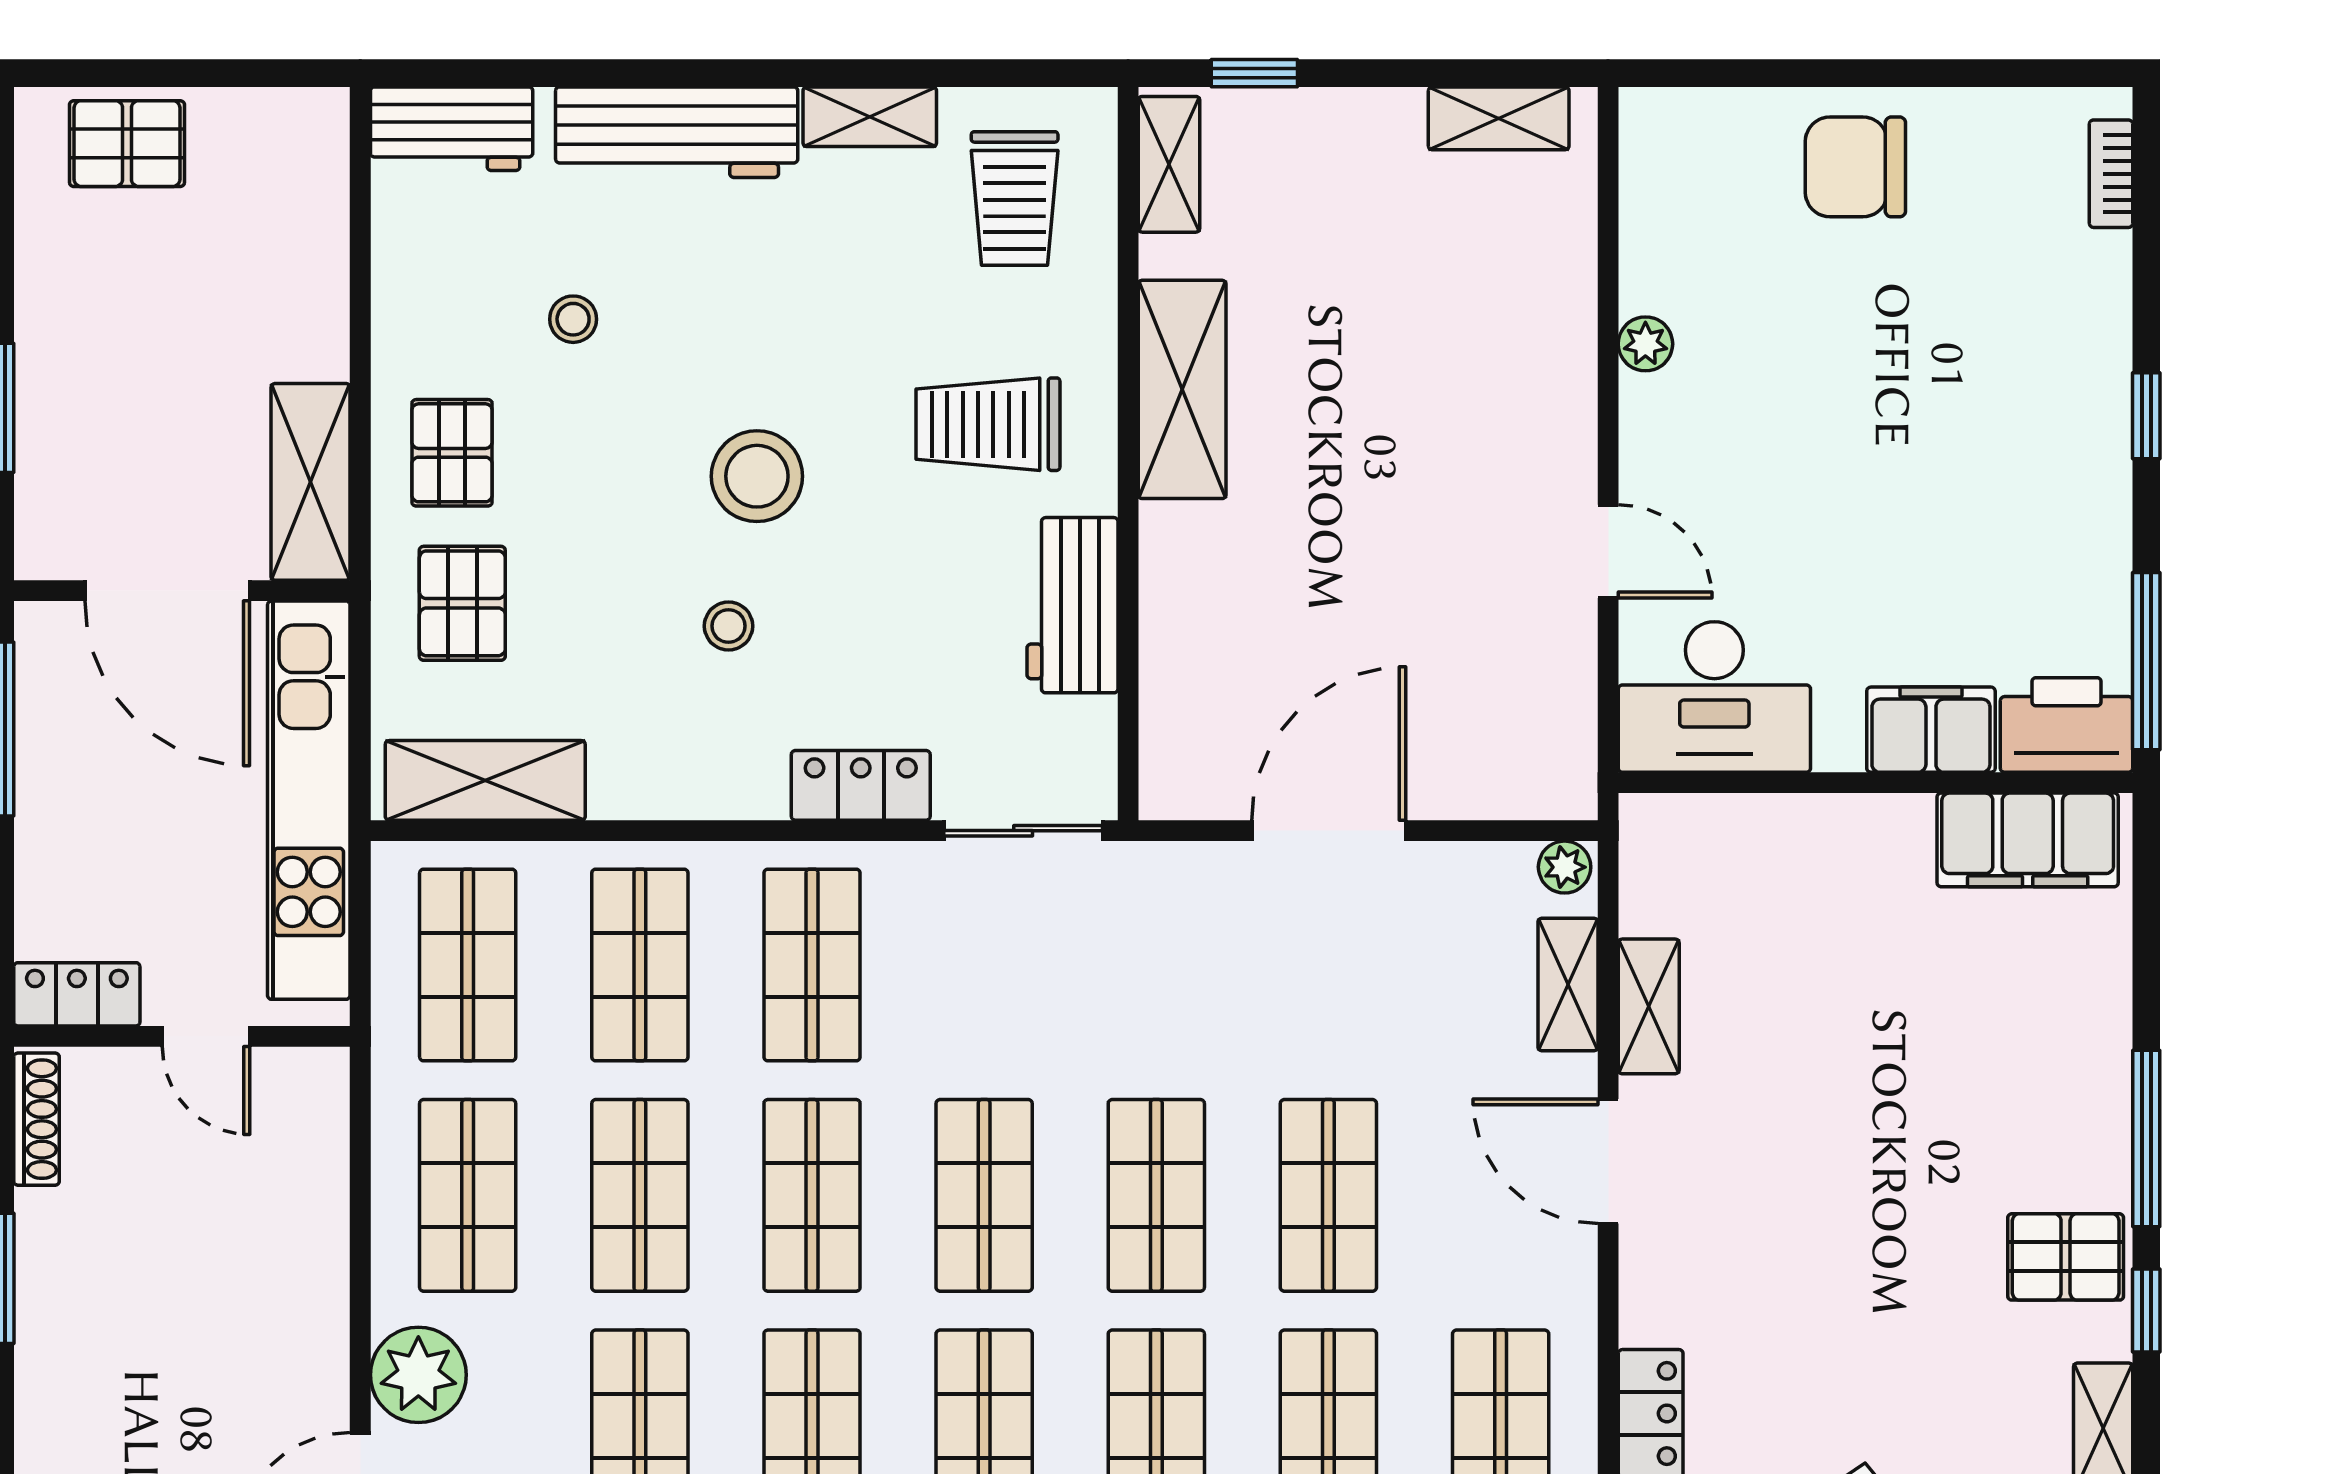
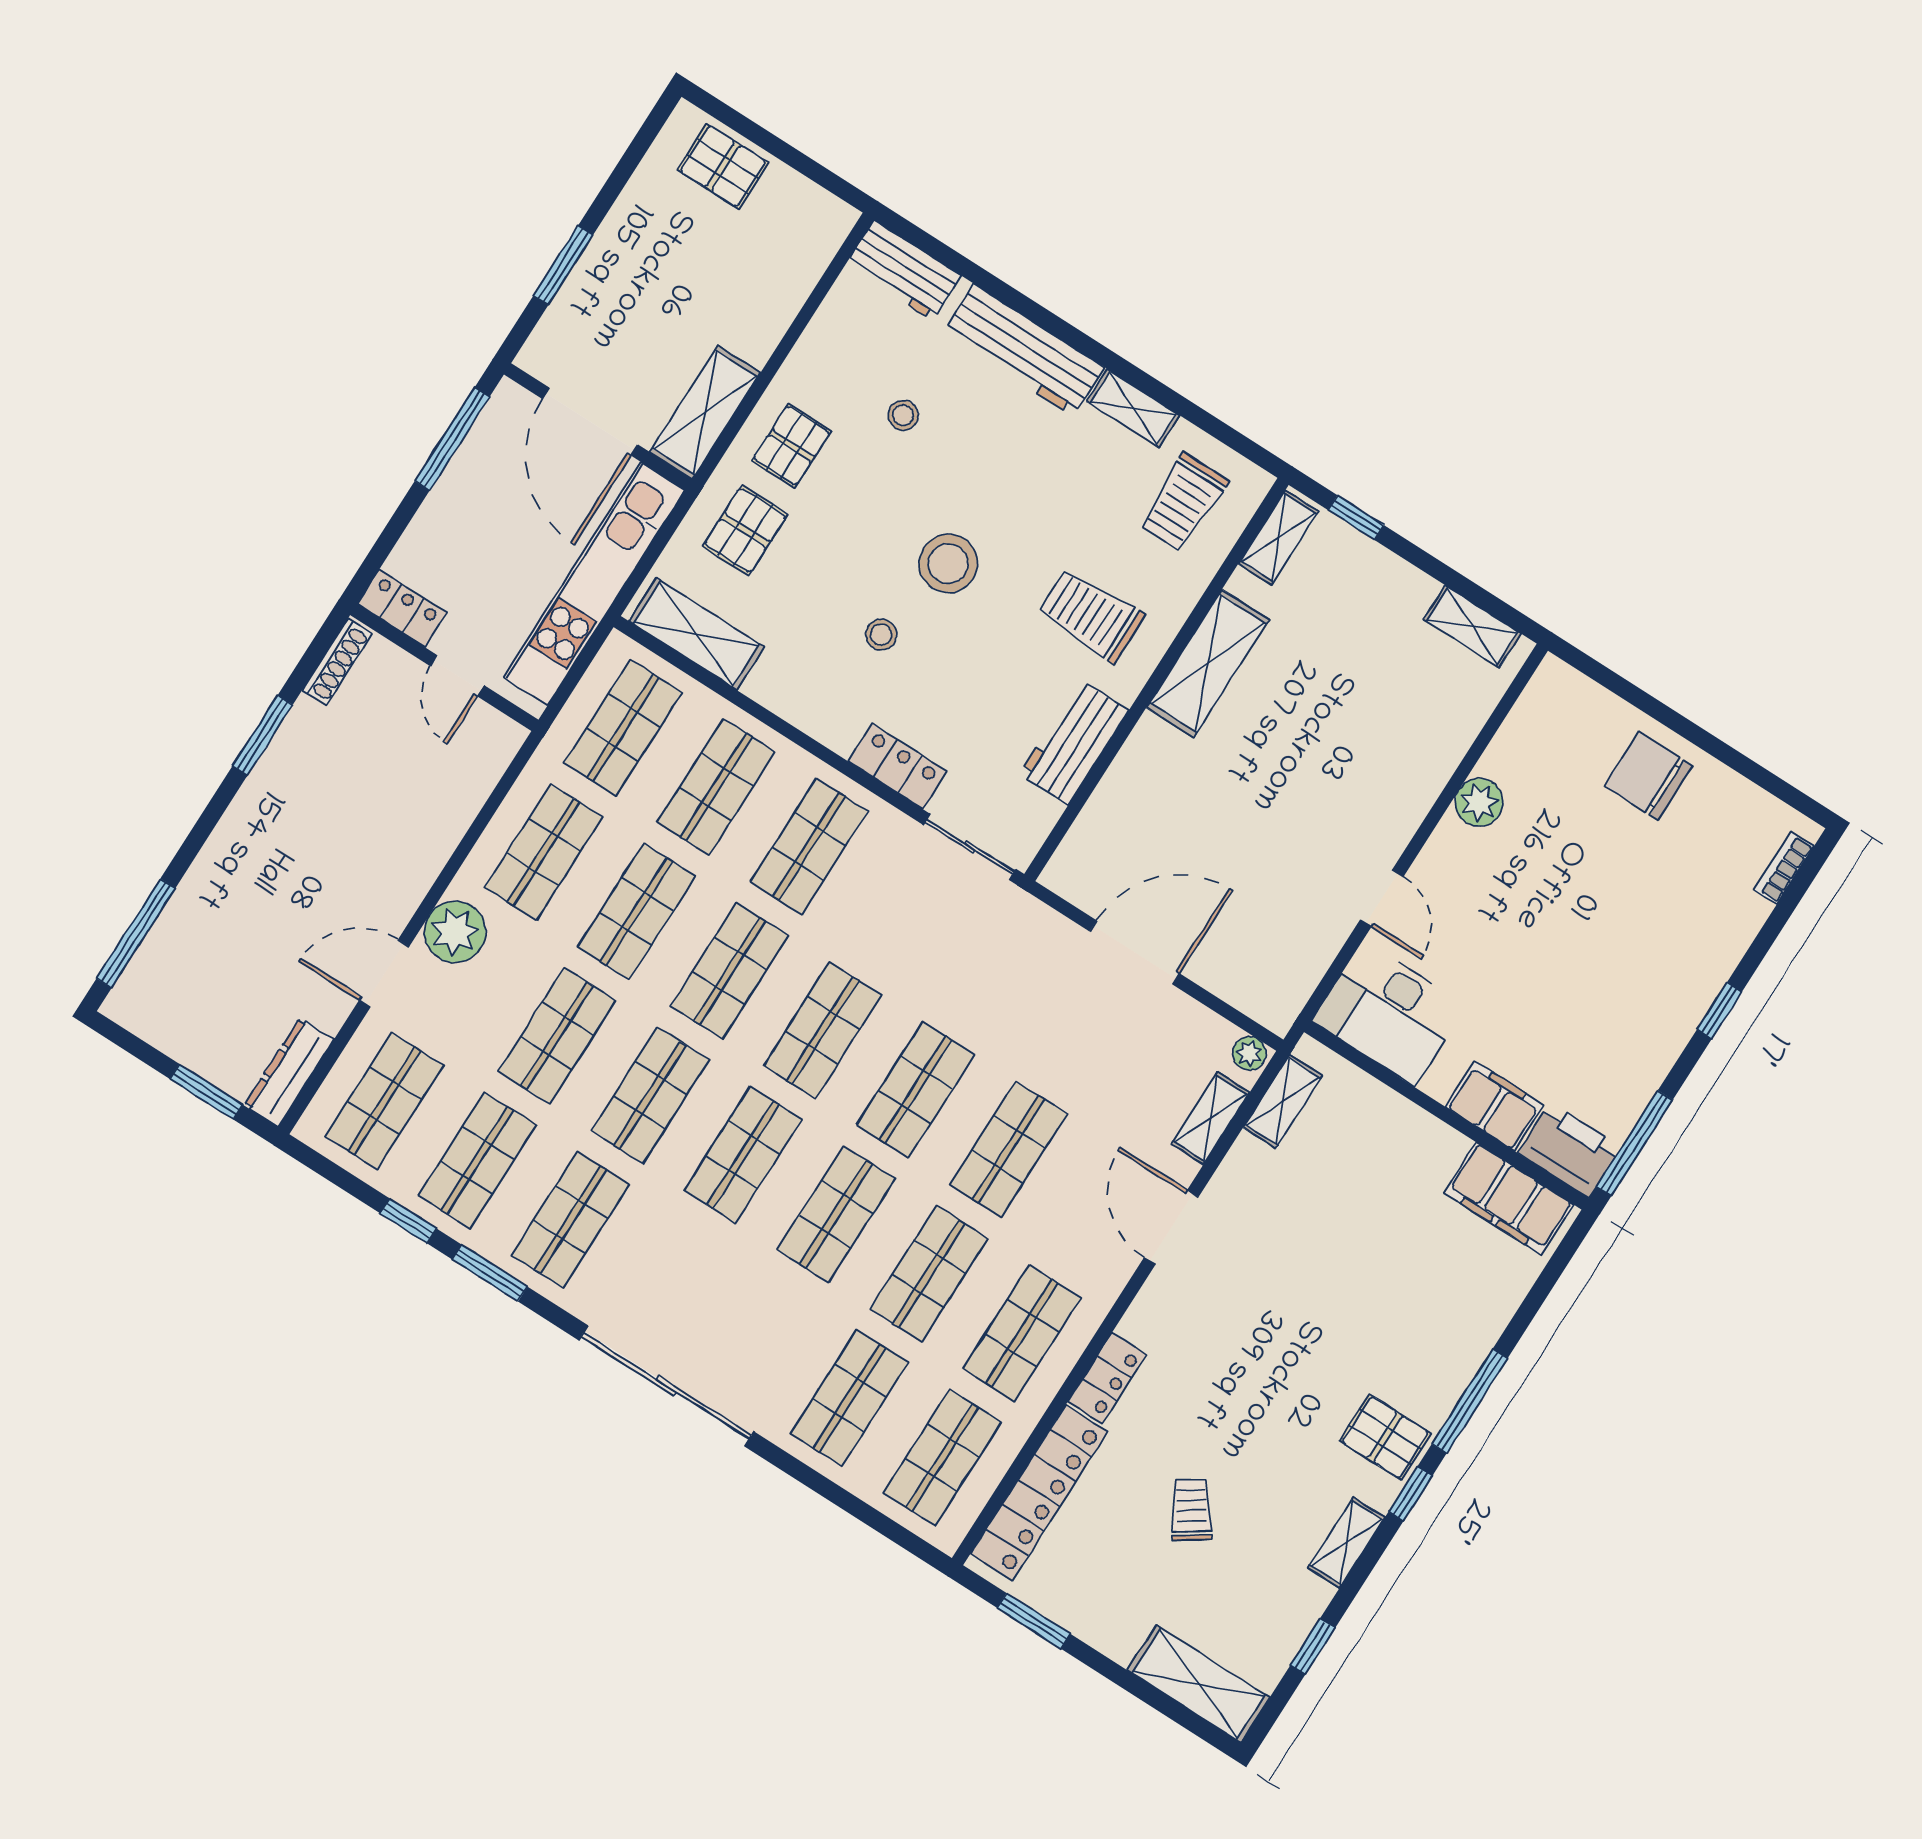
plant: (1645, 344) -> (1479, 802), width x1.38, depth x1.38
shelving: (1649, 1006) -> (1283, 1101), moved

